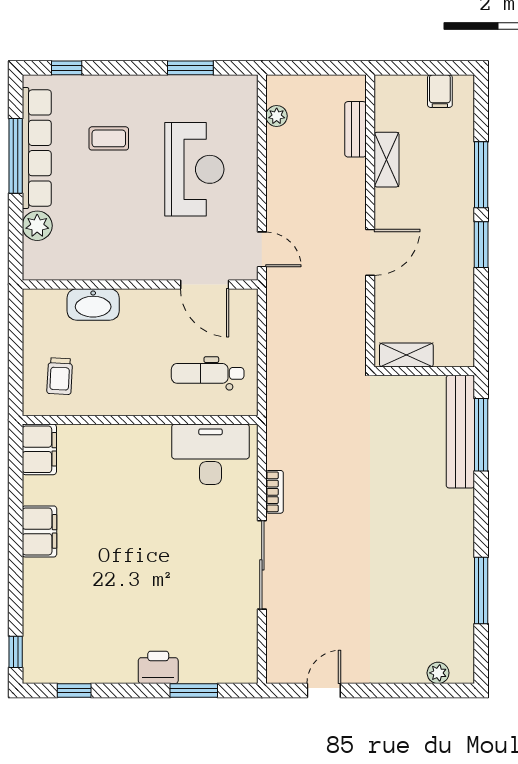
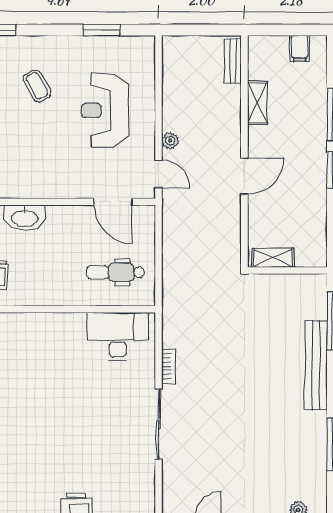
plant: (277, 116) -> (170, 141), moved
bench: (356, 129) -> (233, 61), moved
coffee table: (109, 138) -> (37, 86), turned 61
reception desk: (194, 169) -> (105, 110), turned 180
bench: (460, 432) -> (316, 365), moved

